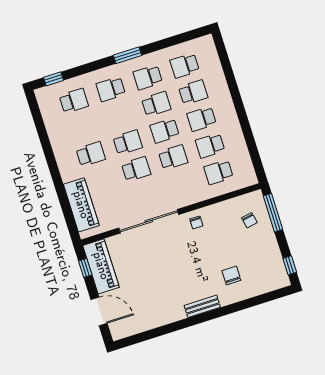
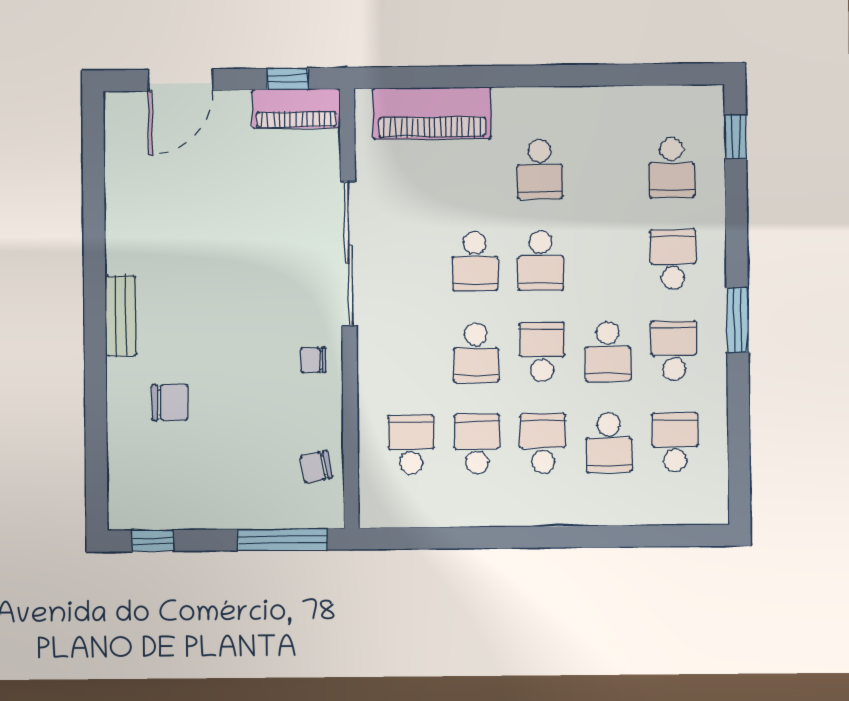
chair: (249, 220) -> (316, 467), moved
piano: (101, 266) -> (296, 109), width x0.73, depth x0.75

